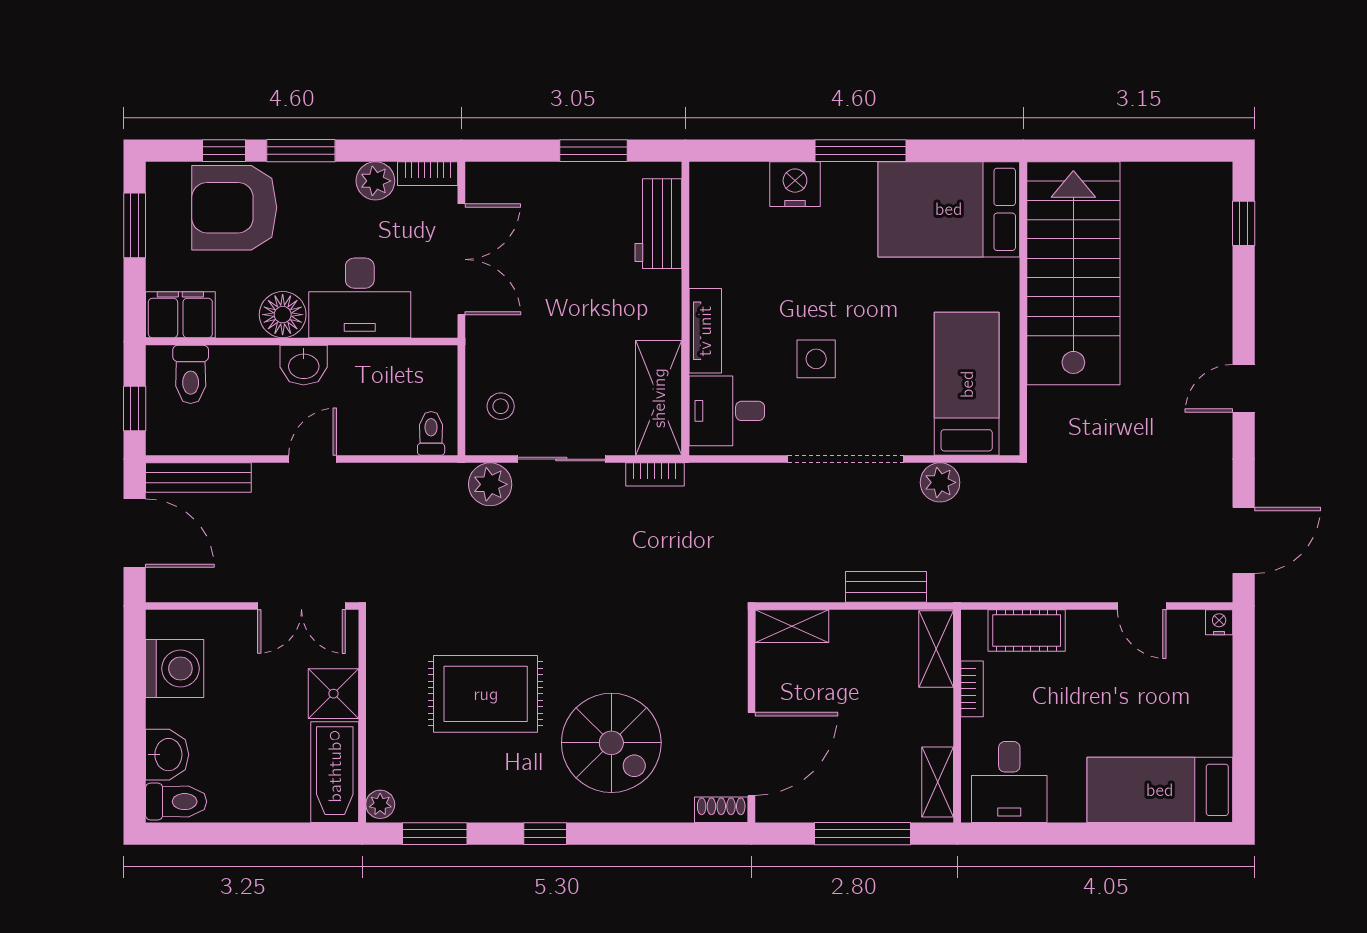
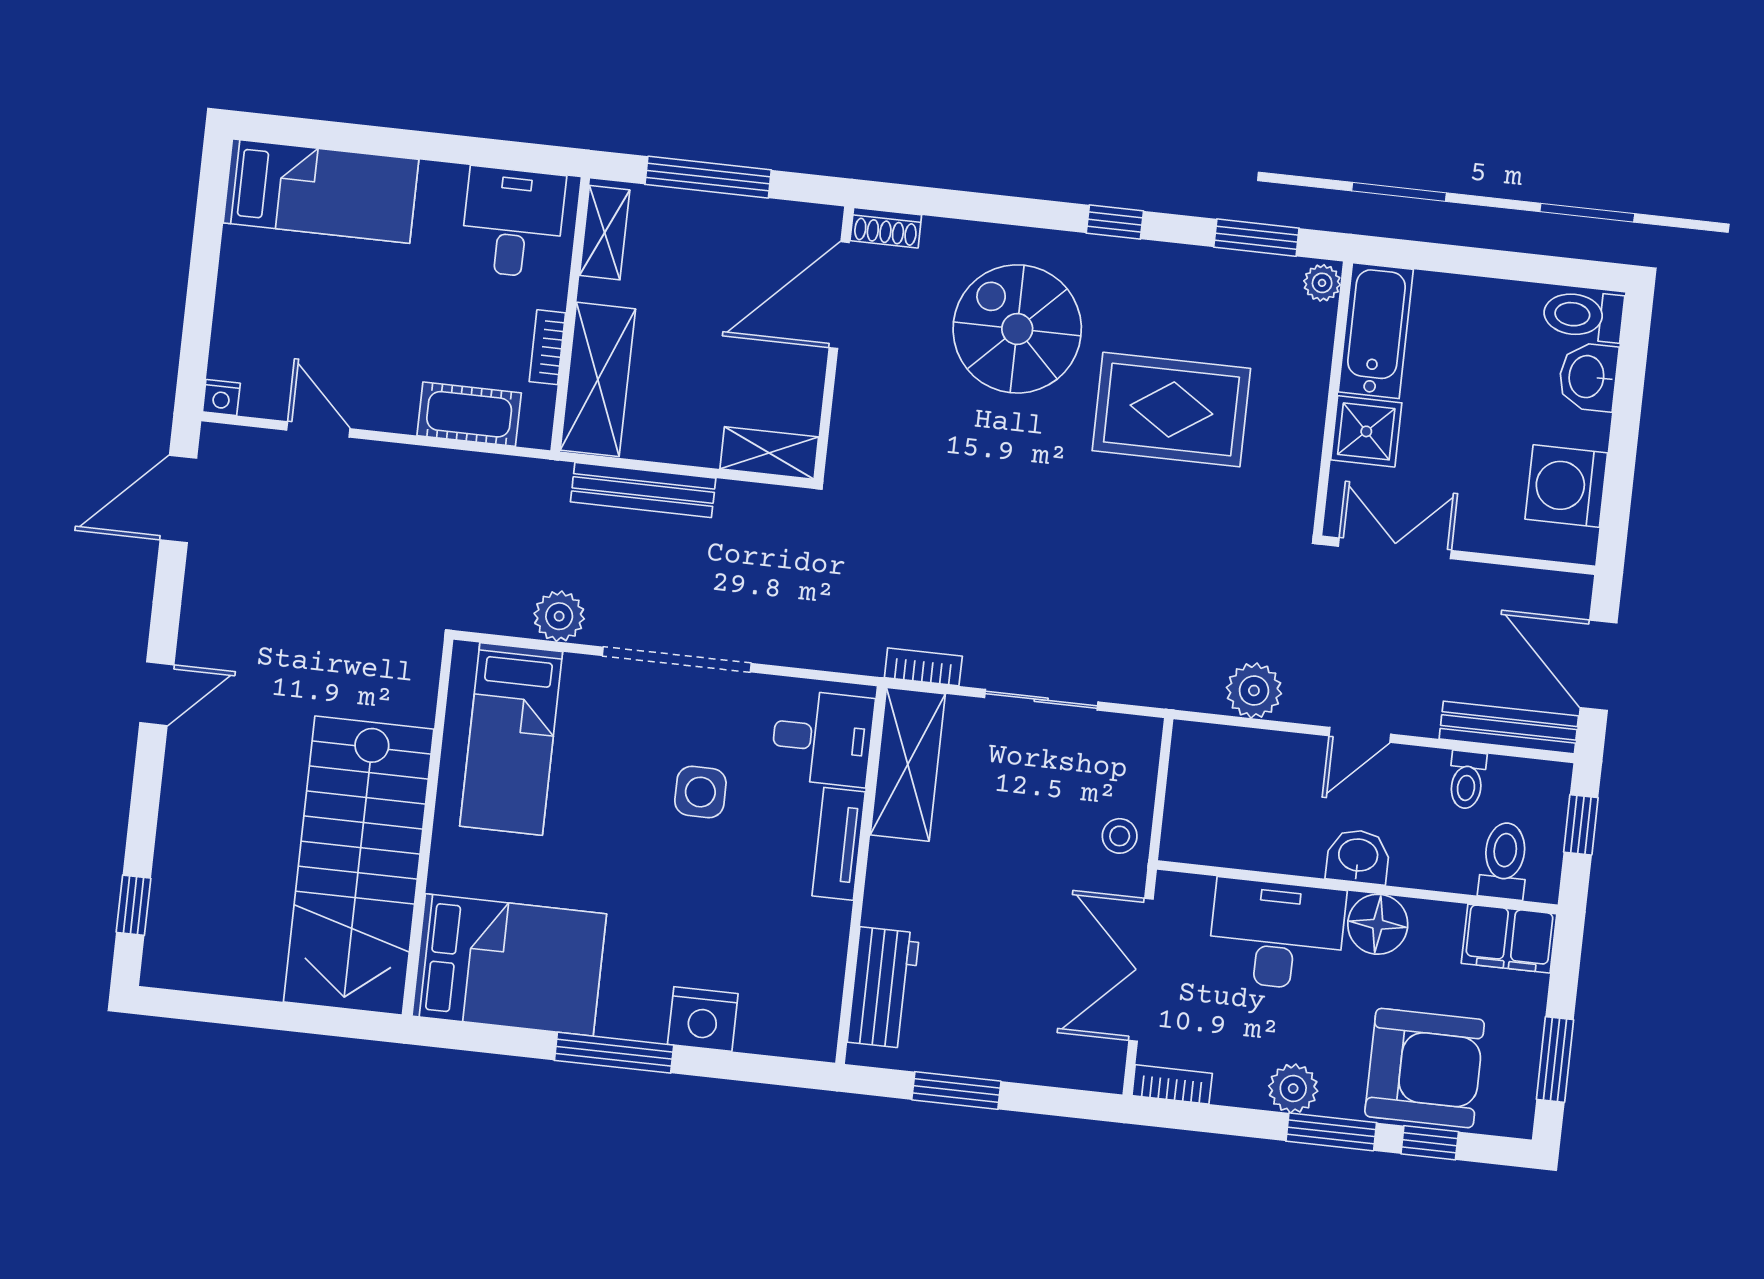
plant: (375, 181) -> (1293, 1088), moved
stool: (501, 406) -> (1120, 836), moved
toilet: (431, 433) -> (1467, 780), moved
plant: (490, 484) -> (1254, 691), moved
bench: (886, 587) -> (643, 490), width x1.36
shelving: (936, 649) -> (598, 379), width x1.50, depth x1.33

